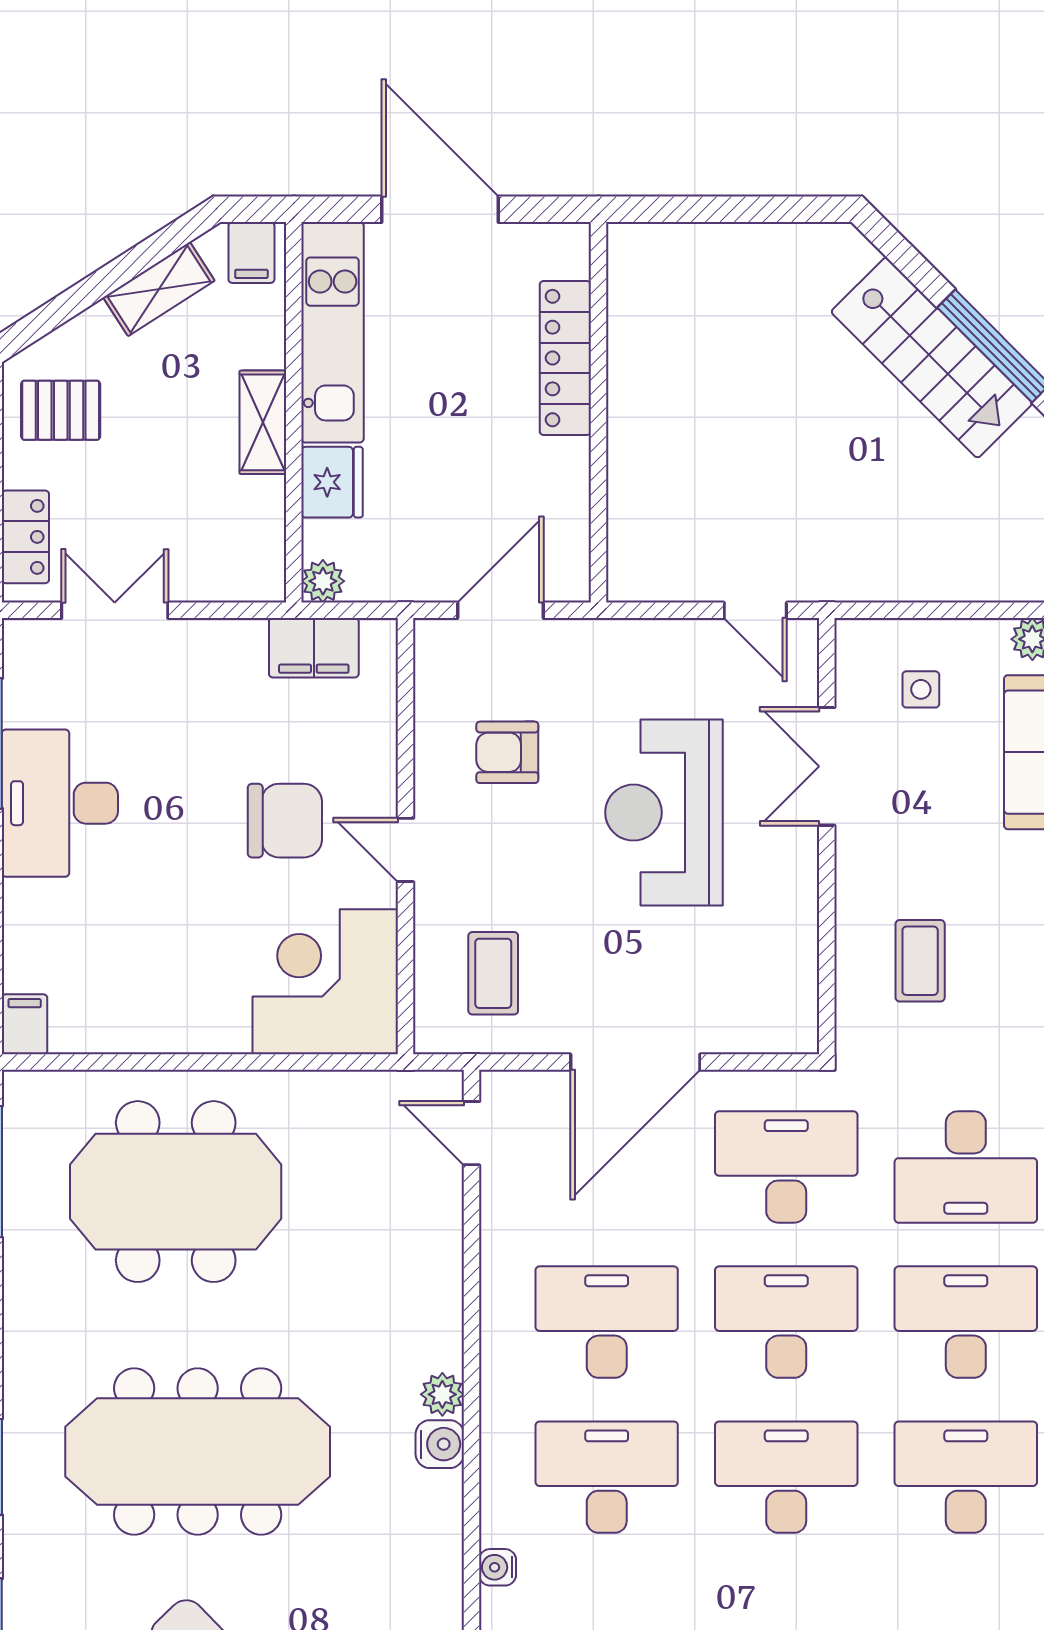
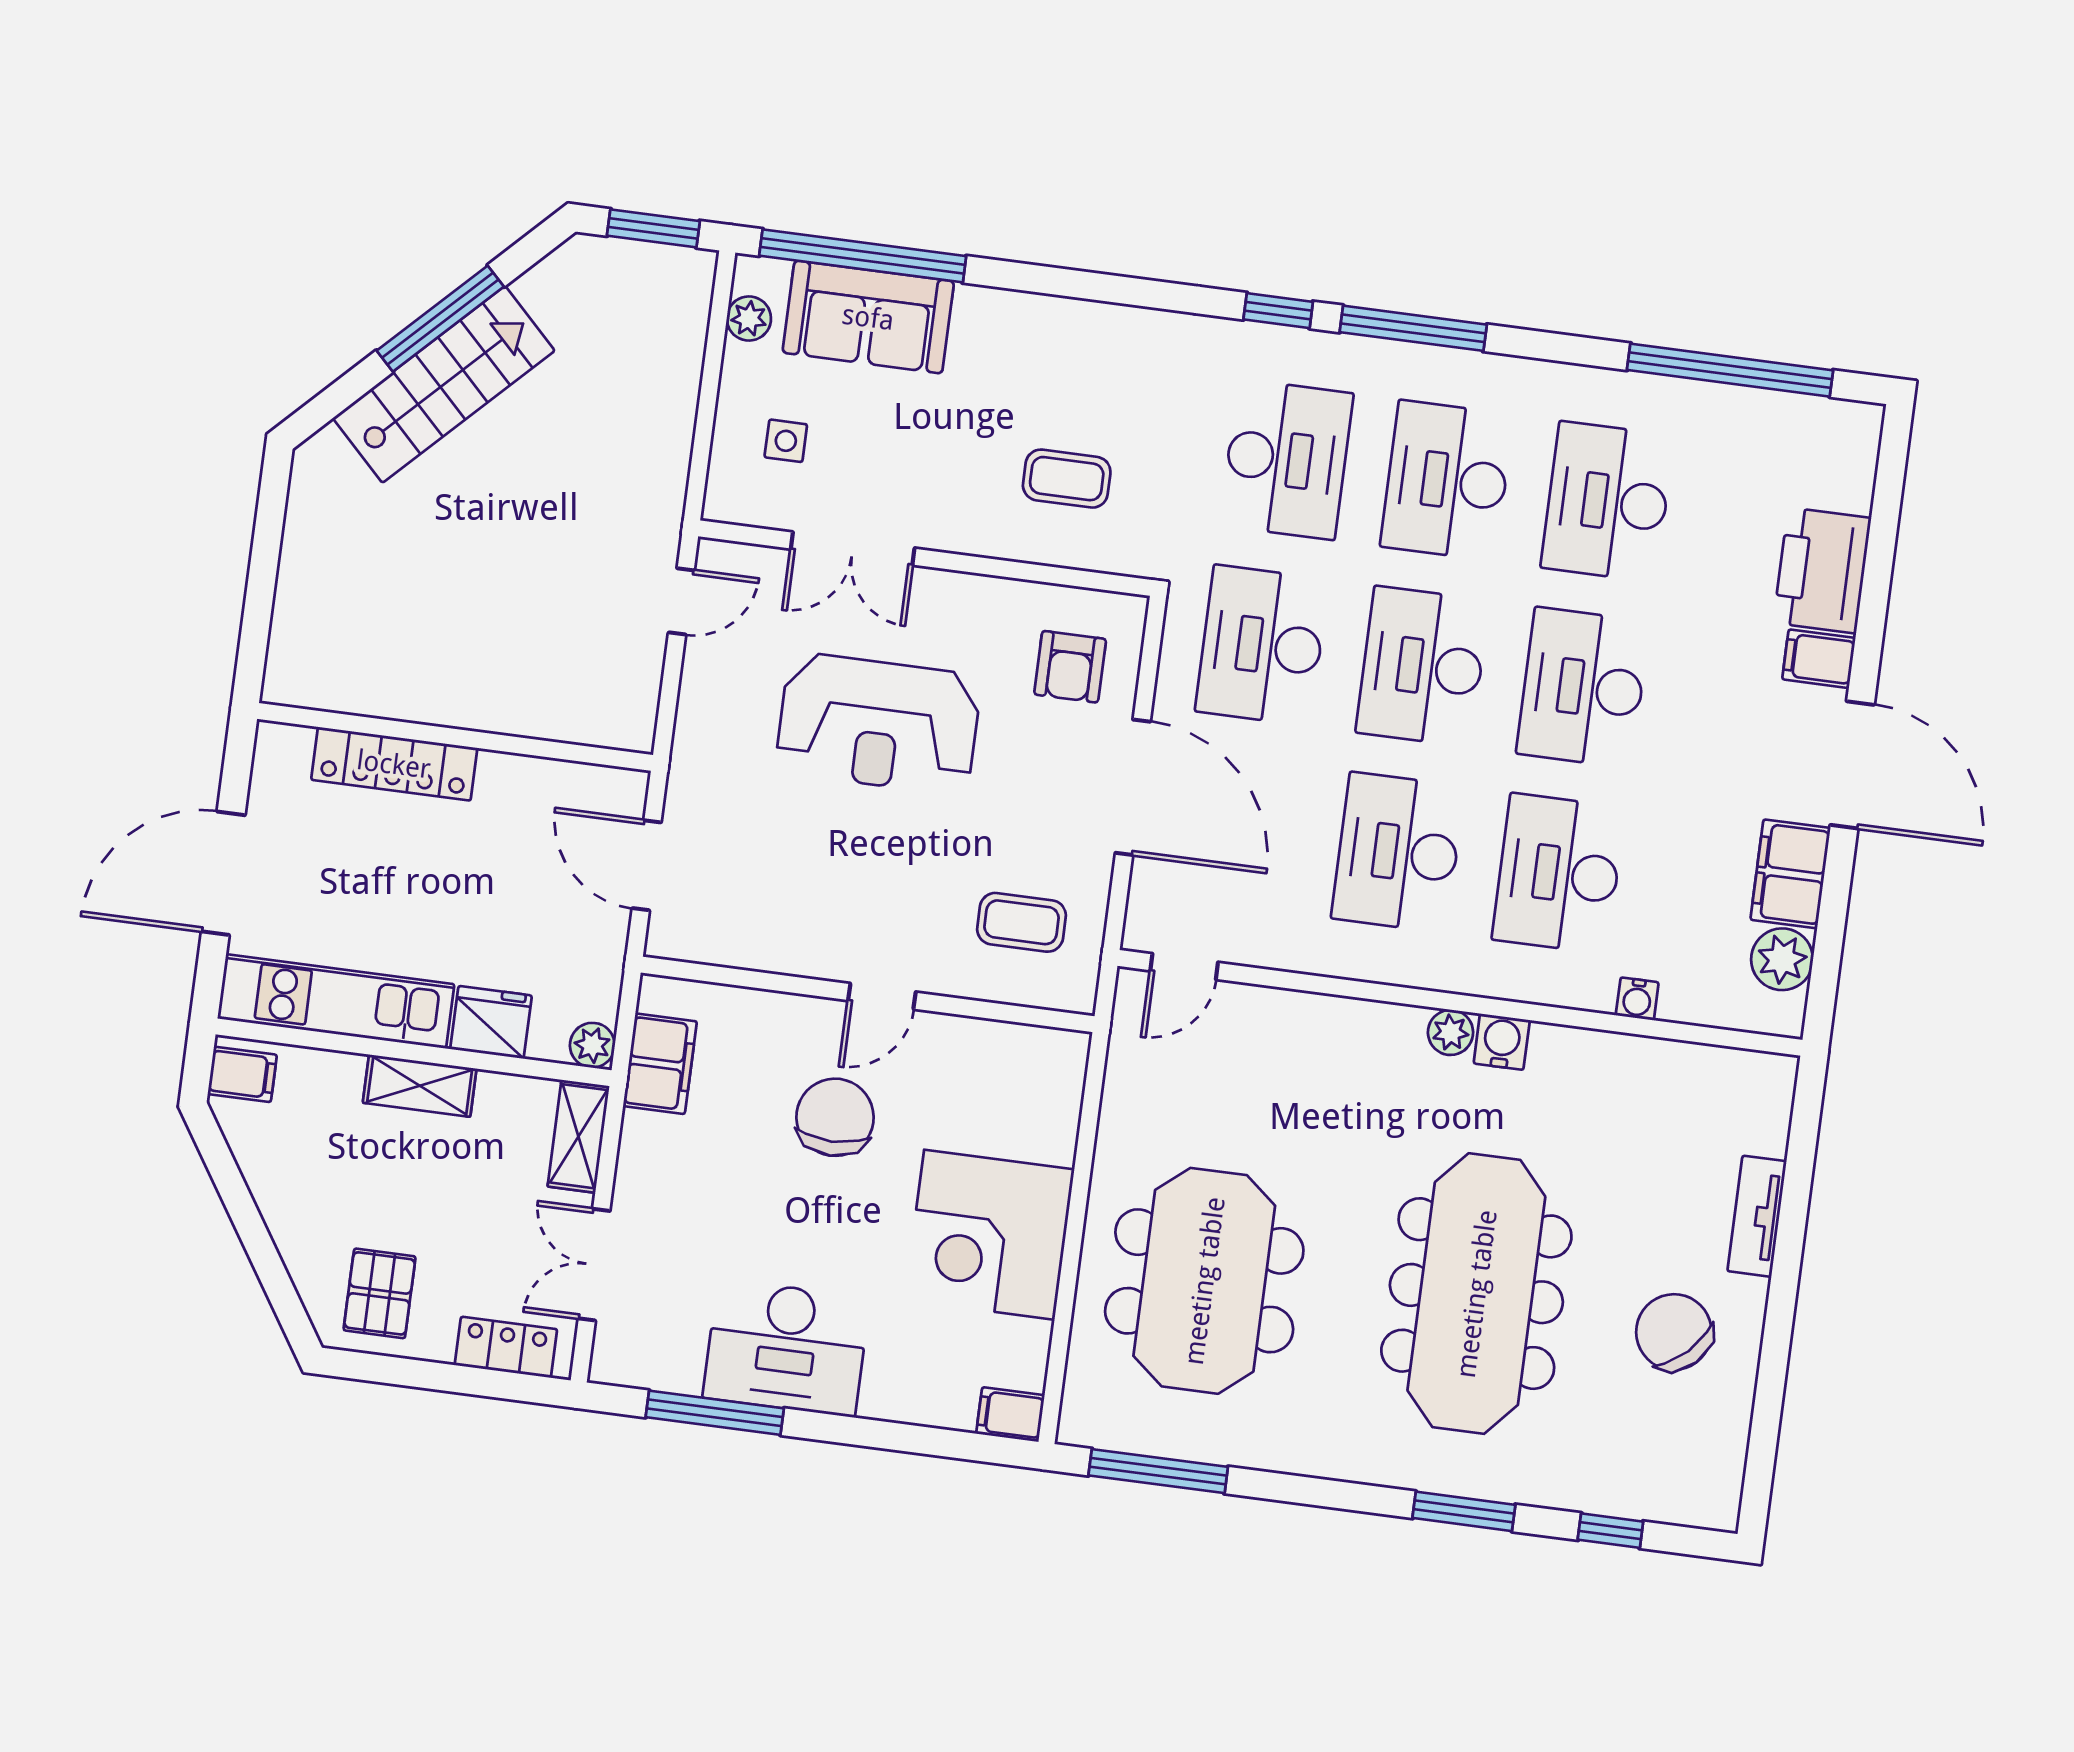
shelving: (159, 289) -> (578, 1136), moved, turned 33
armchair: (507, 752) -> (1070, 667), moved
corner desk: (325, 982) -> (989, 1235), moved

